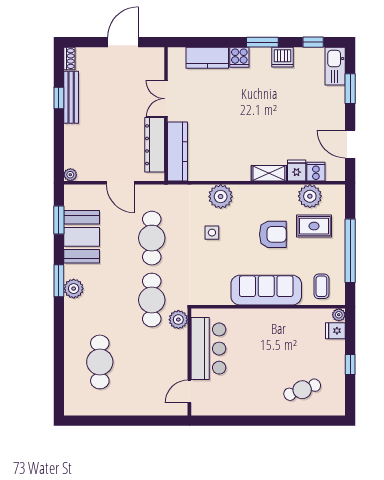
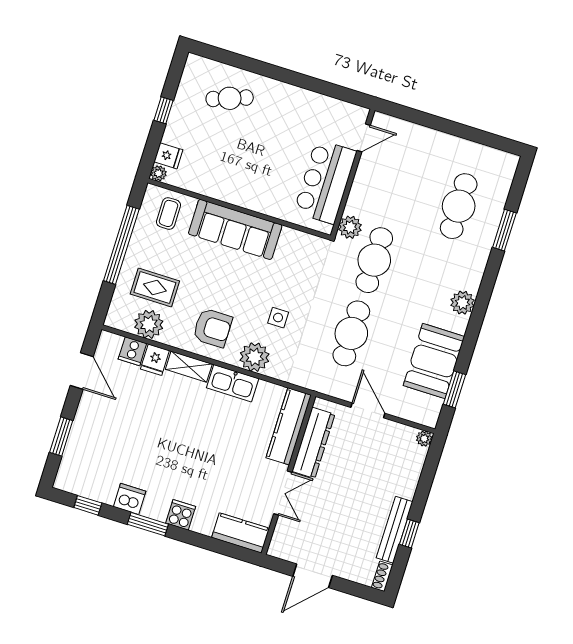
kitchen counter: (207, 58) -> (241, 533), moved
kitchen sink: (335, 66) -> (233, 383), moved, turned 90
armchair: (273, 234) -> (212, 328), moved, turned 180
window: (59, 281) -> (504, 230), moved

